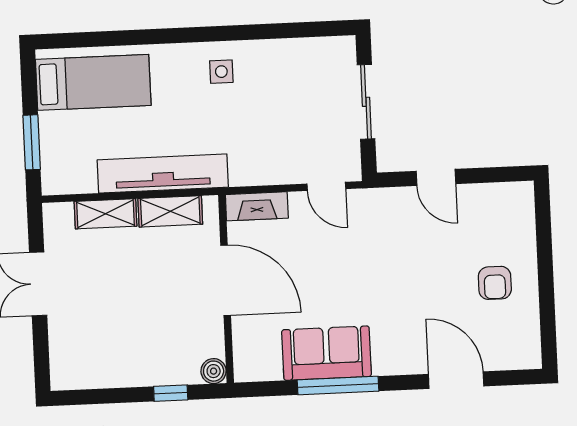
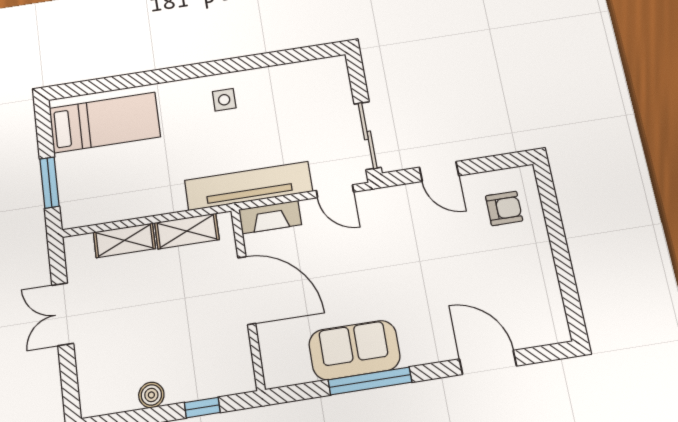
sliding door: (366, 102) -> (368, 135), moved
tv unit: (163, 173) -> (248, 186), moved
armchair: (495, 283) -> (504, 208), moved, turned -90
boiler: (214, 371) -> (151, 395), moved

